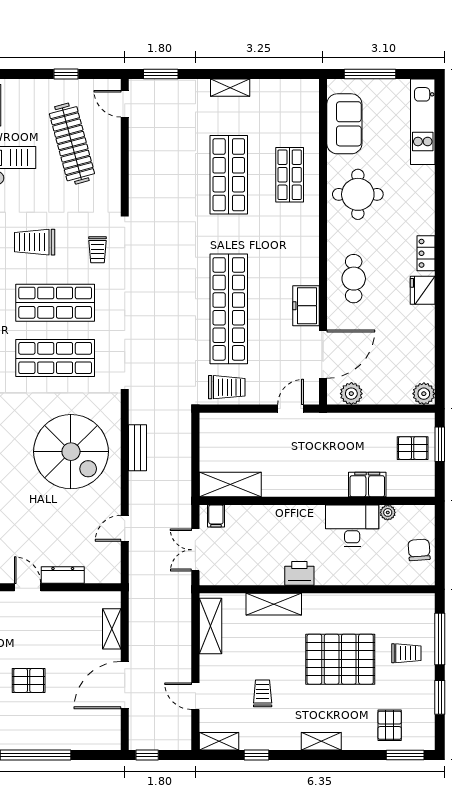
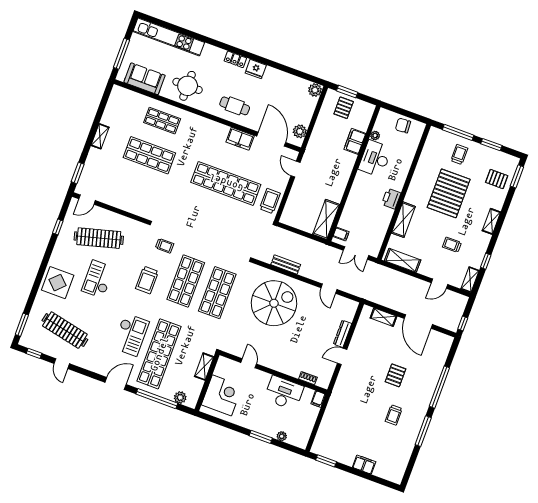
kitchen unit: (423, 122) -> (169, 37), width x1.36

